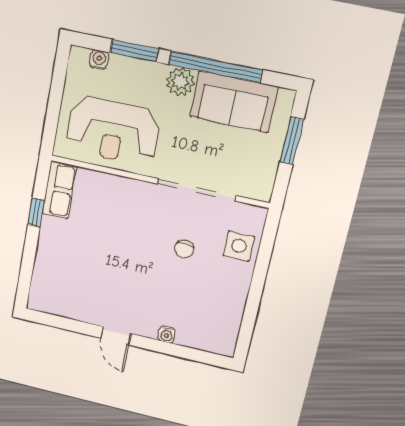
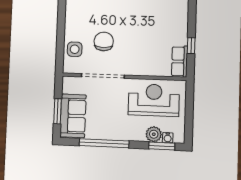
window: (134, 51) -> (162, 146), moved
plant: (180, 82) -> (154, 134), moved
sofa: (234, 102) -> (73, 116), moved, turned 90
chair: (184, 249) -> (104, 41), width x1.87, depth x1.87

